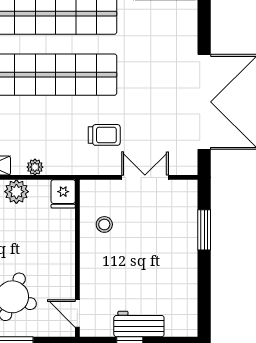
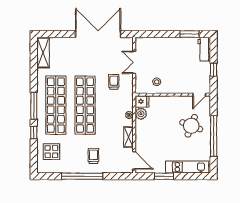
plant: (16, 192) -> (141, 114), moved
window: (204, 230) -> (190, 34), moved
workbench: (139, 324) -> (204, 49), moved

